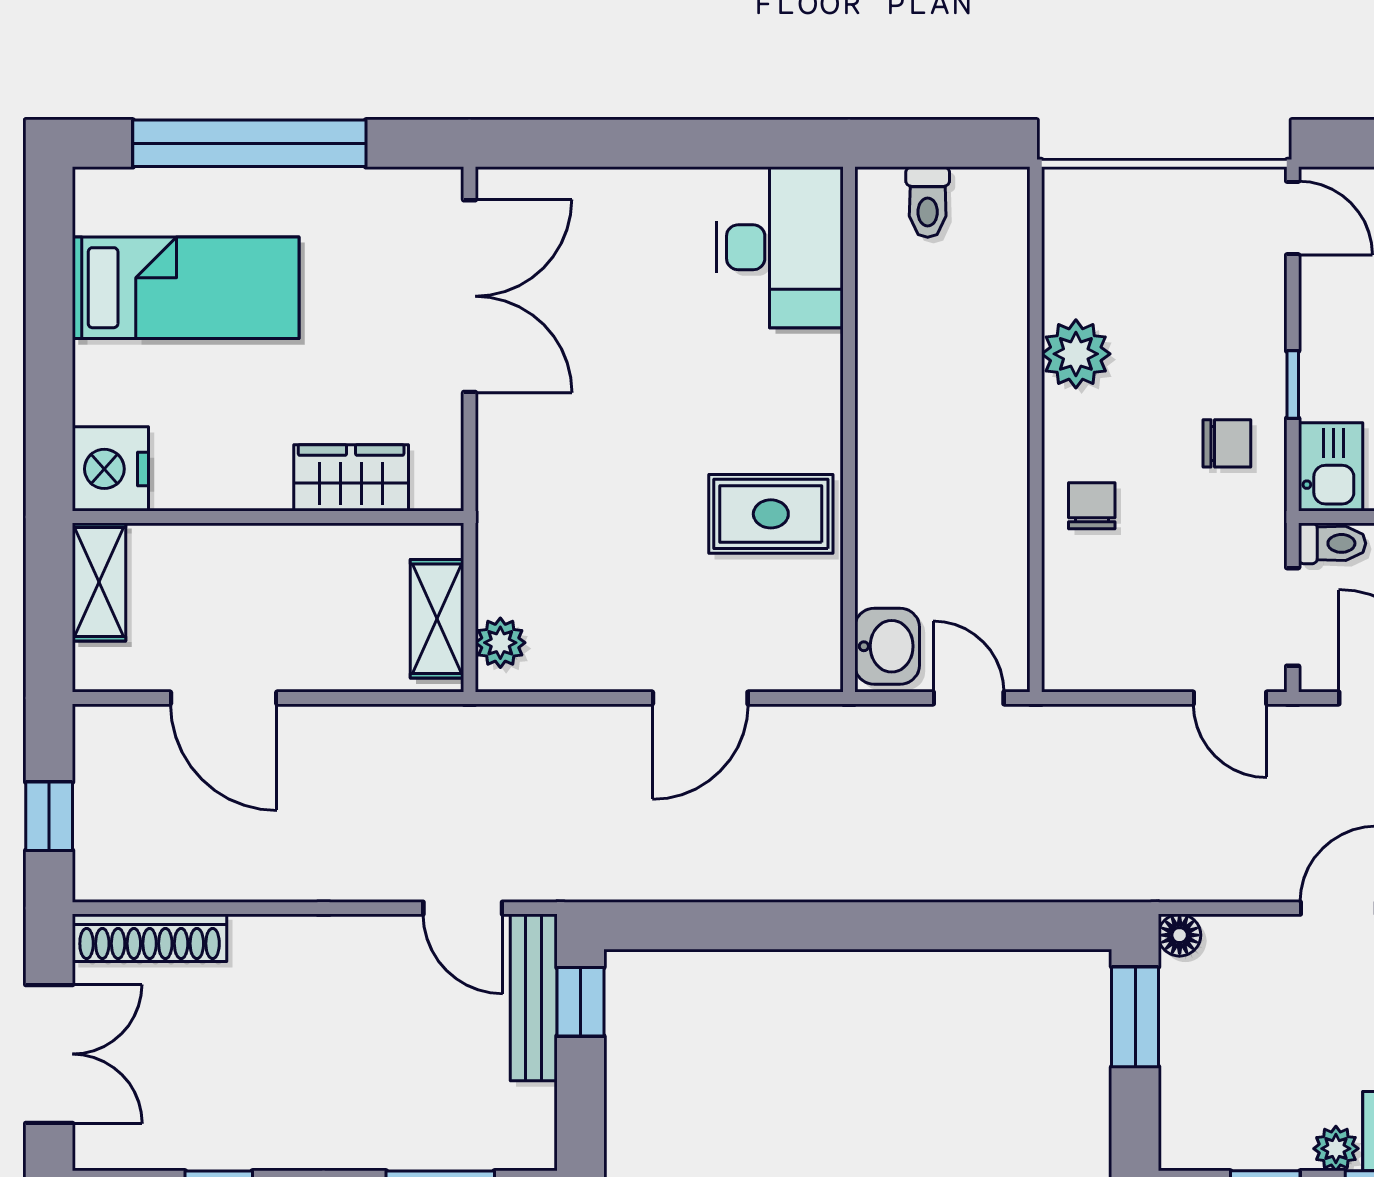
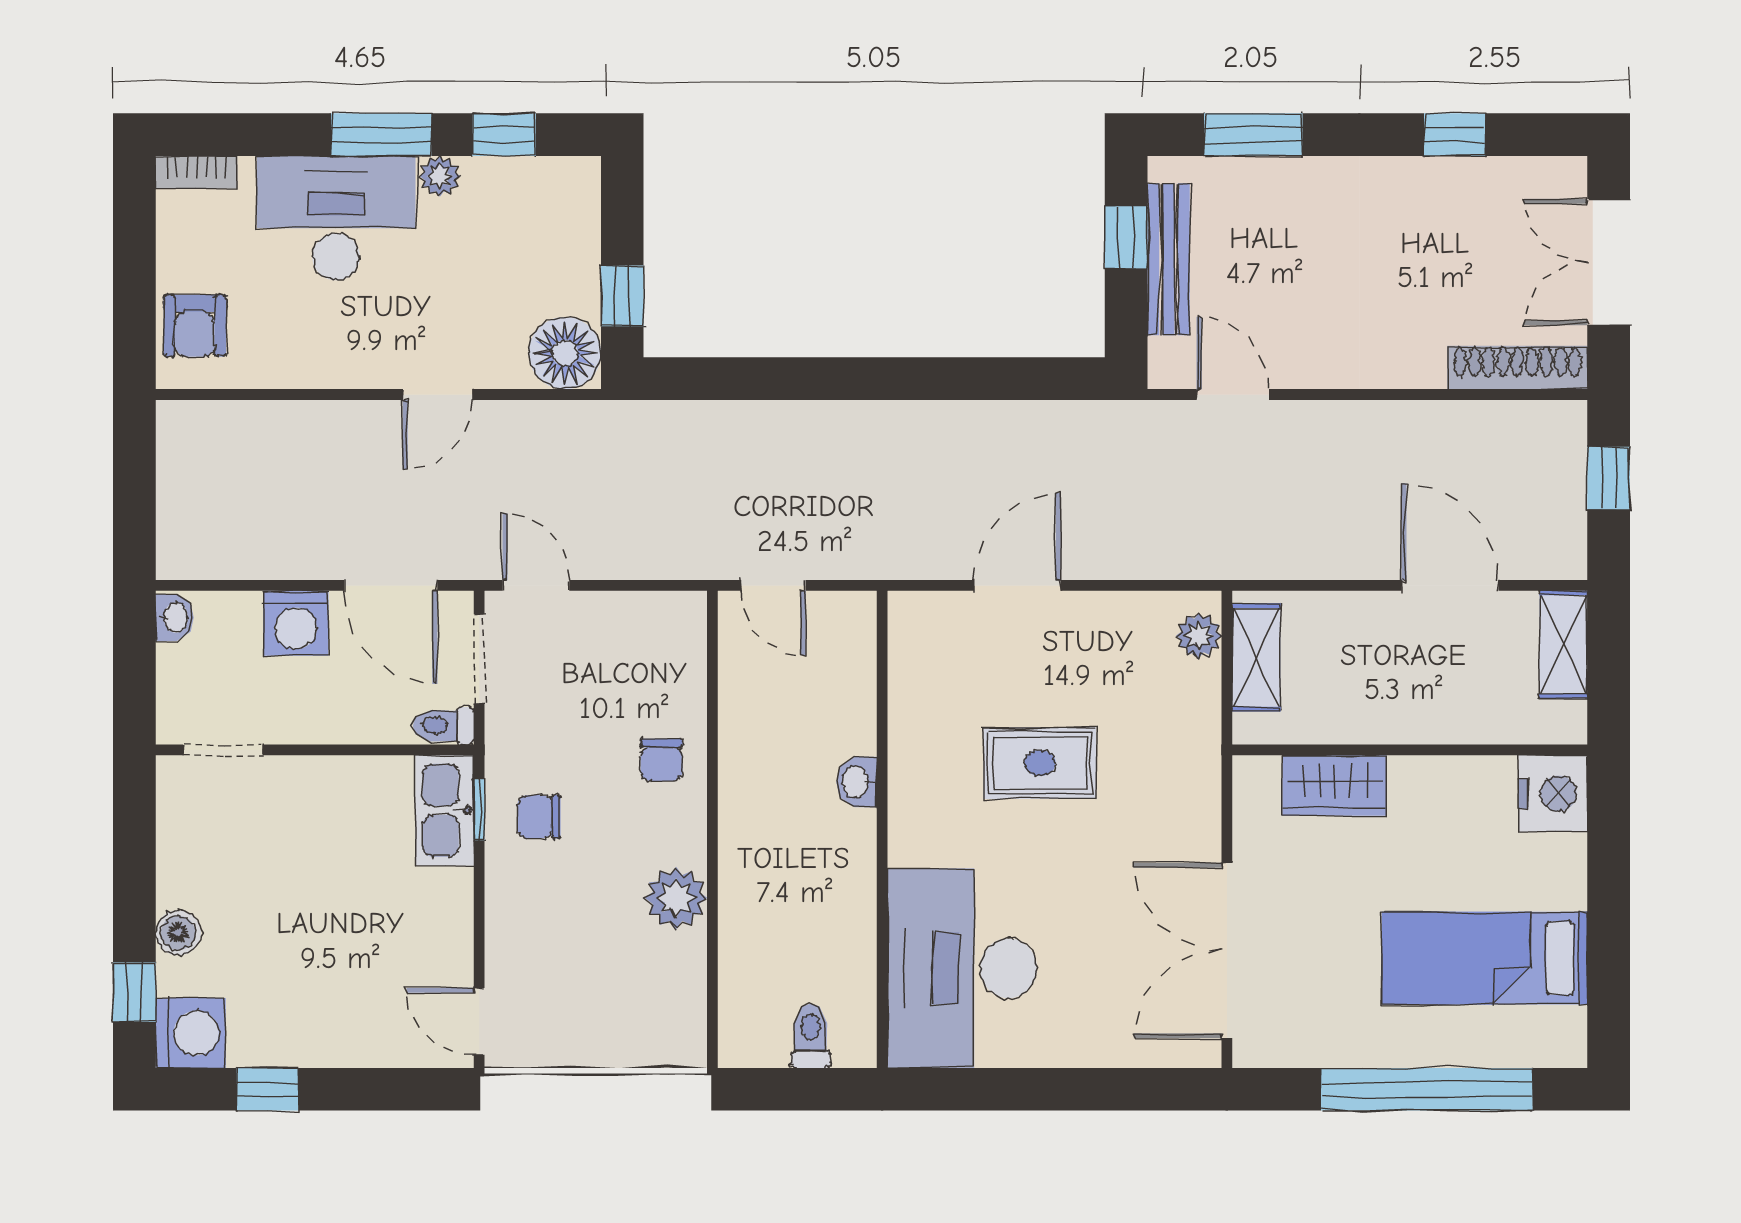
desk: (780, 247) -> (962, 968), width x1.36, depth x1.30
window: (1293, 385) -> (479, 810), moved
kitchen sink: (1331, 467) -> (445, 810), width x1.38
rug: (771, 514) -> (1040, 763), moved
shelving: (99, 582) -> (1563, 644), moved
washbasin: (887, 646) -> (857, 782), moved, width x0.72, depth x0.69
floor lamp: (1180, 935) -> (565, 353), width x1.89, depth x1.89
bench: (534, 997) -> (1168, 259), moved
window: (580, 1002) -> (1126, 238), moved
window: (1135, 1017) -> (622, 296), width x0.67

